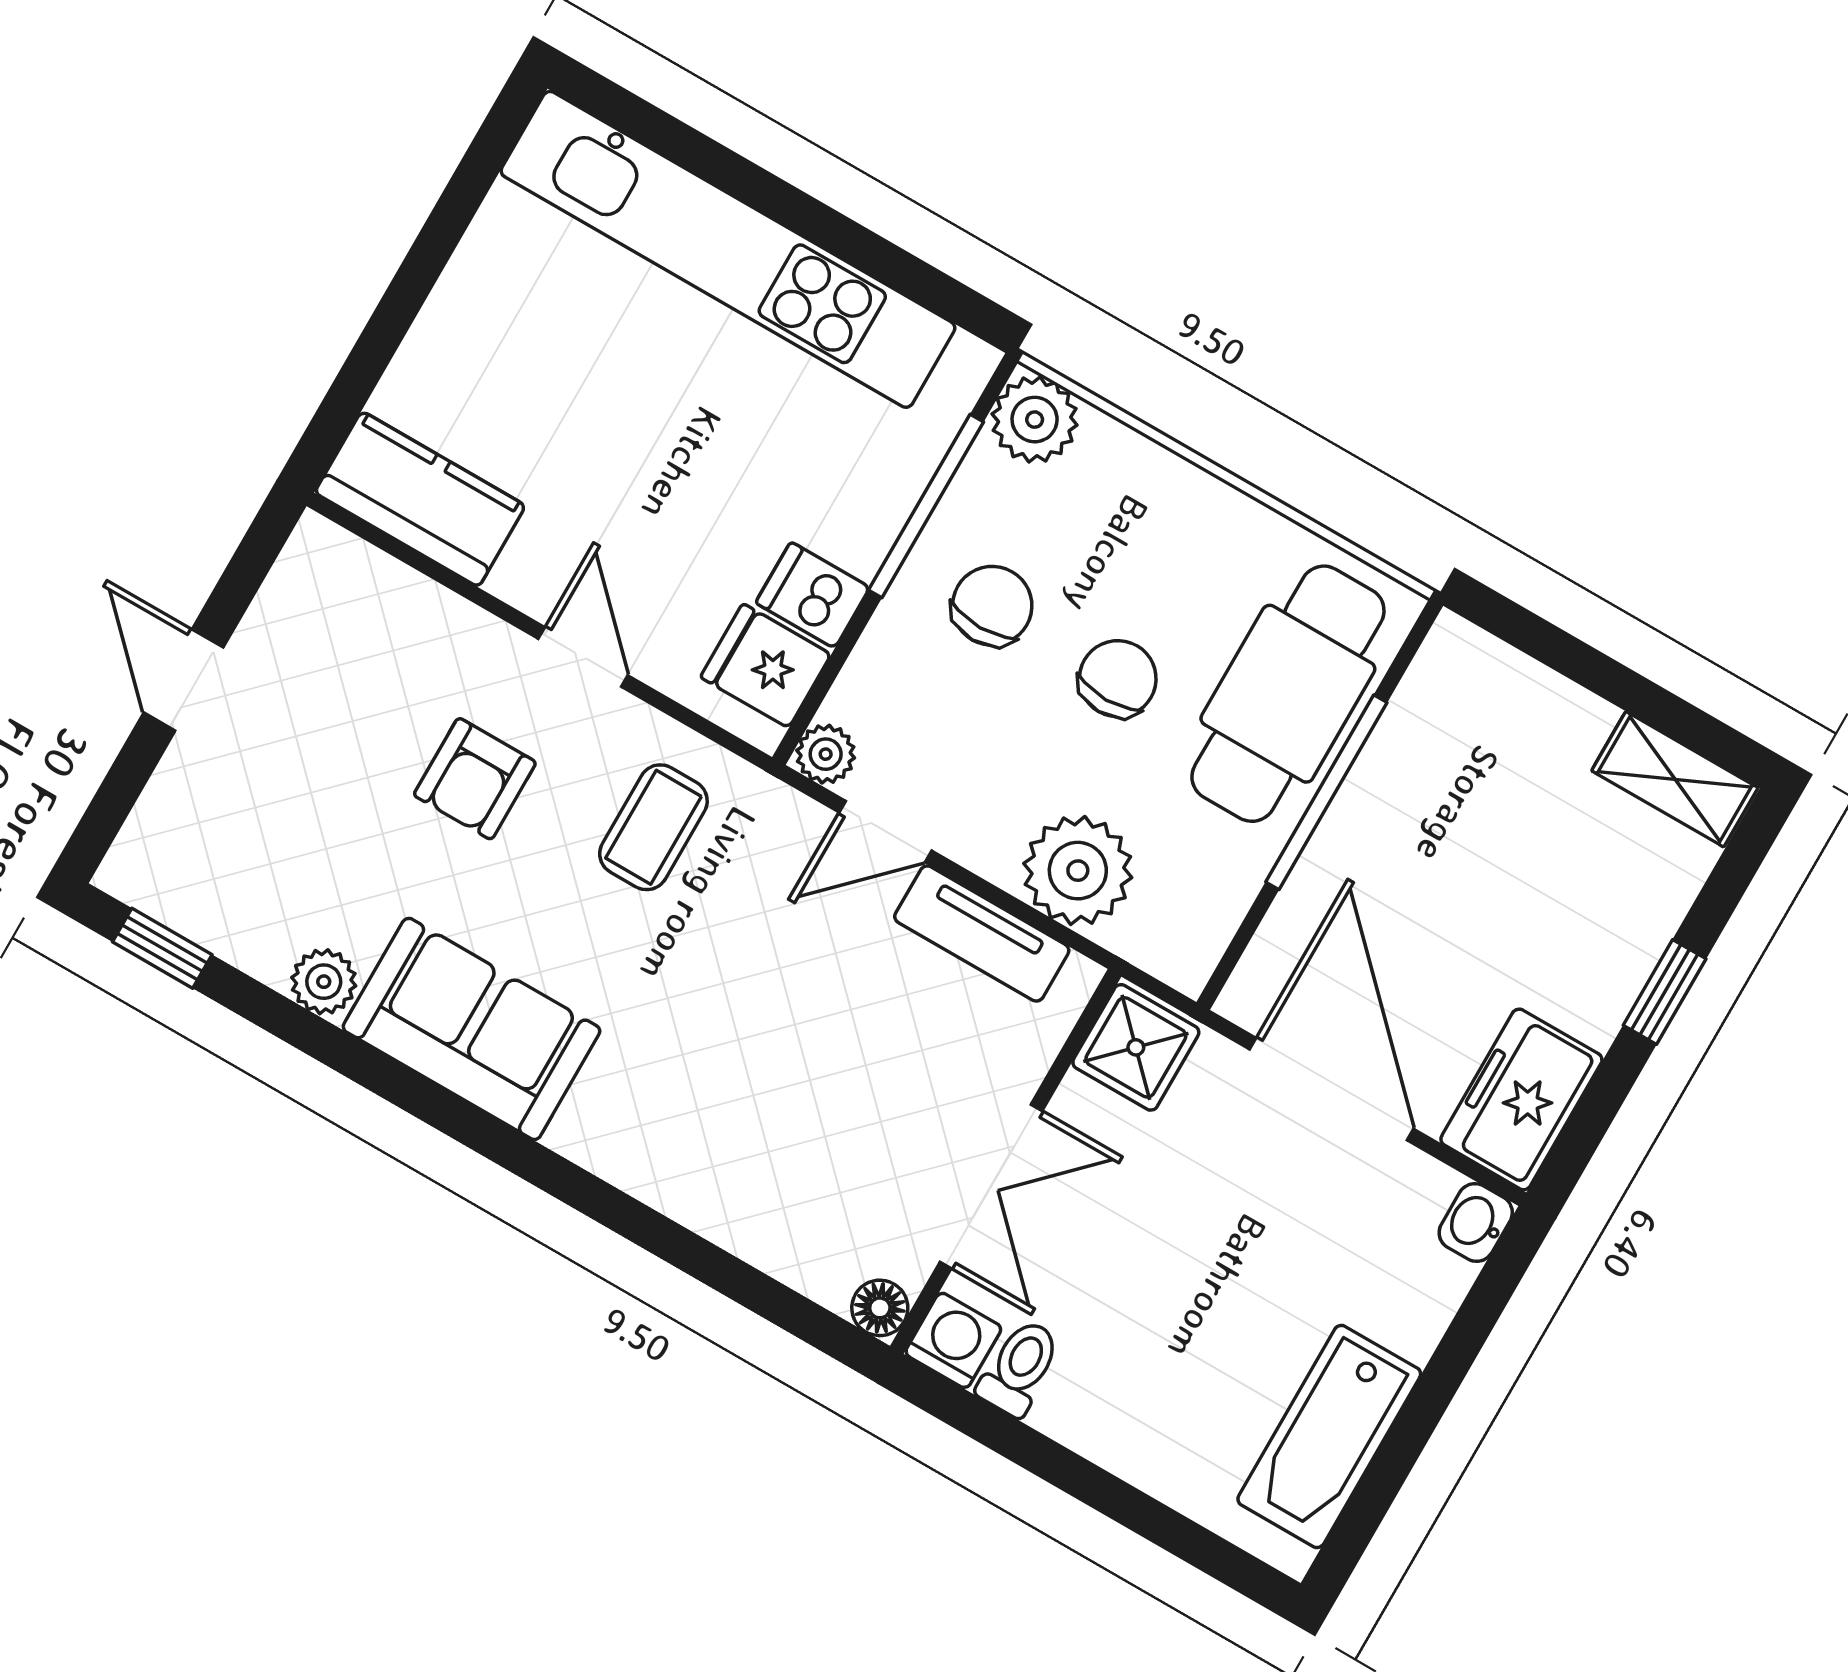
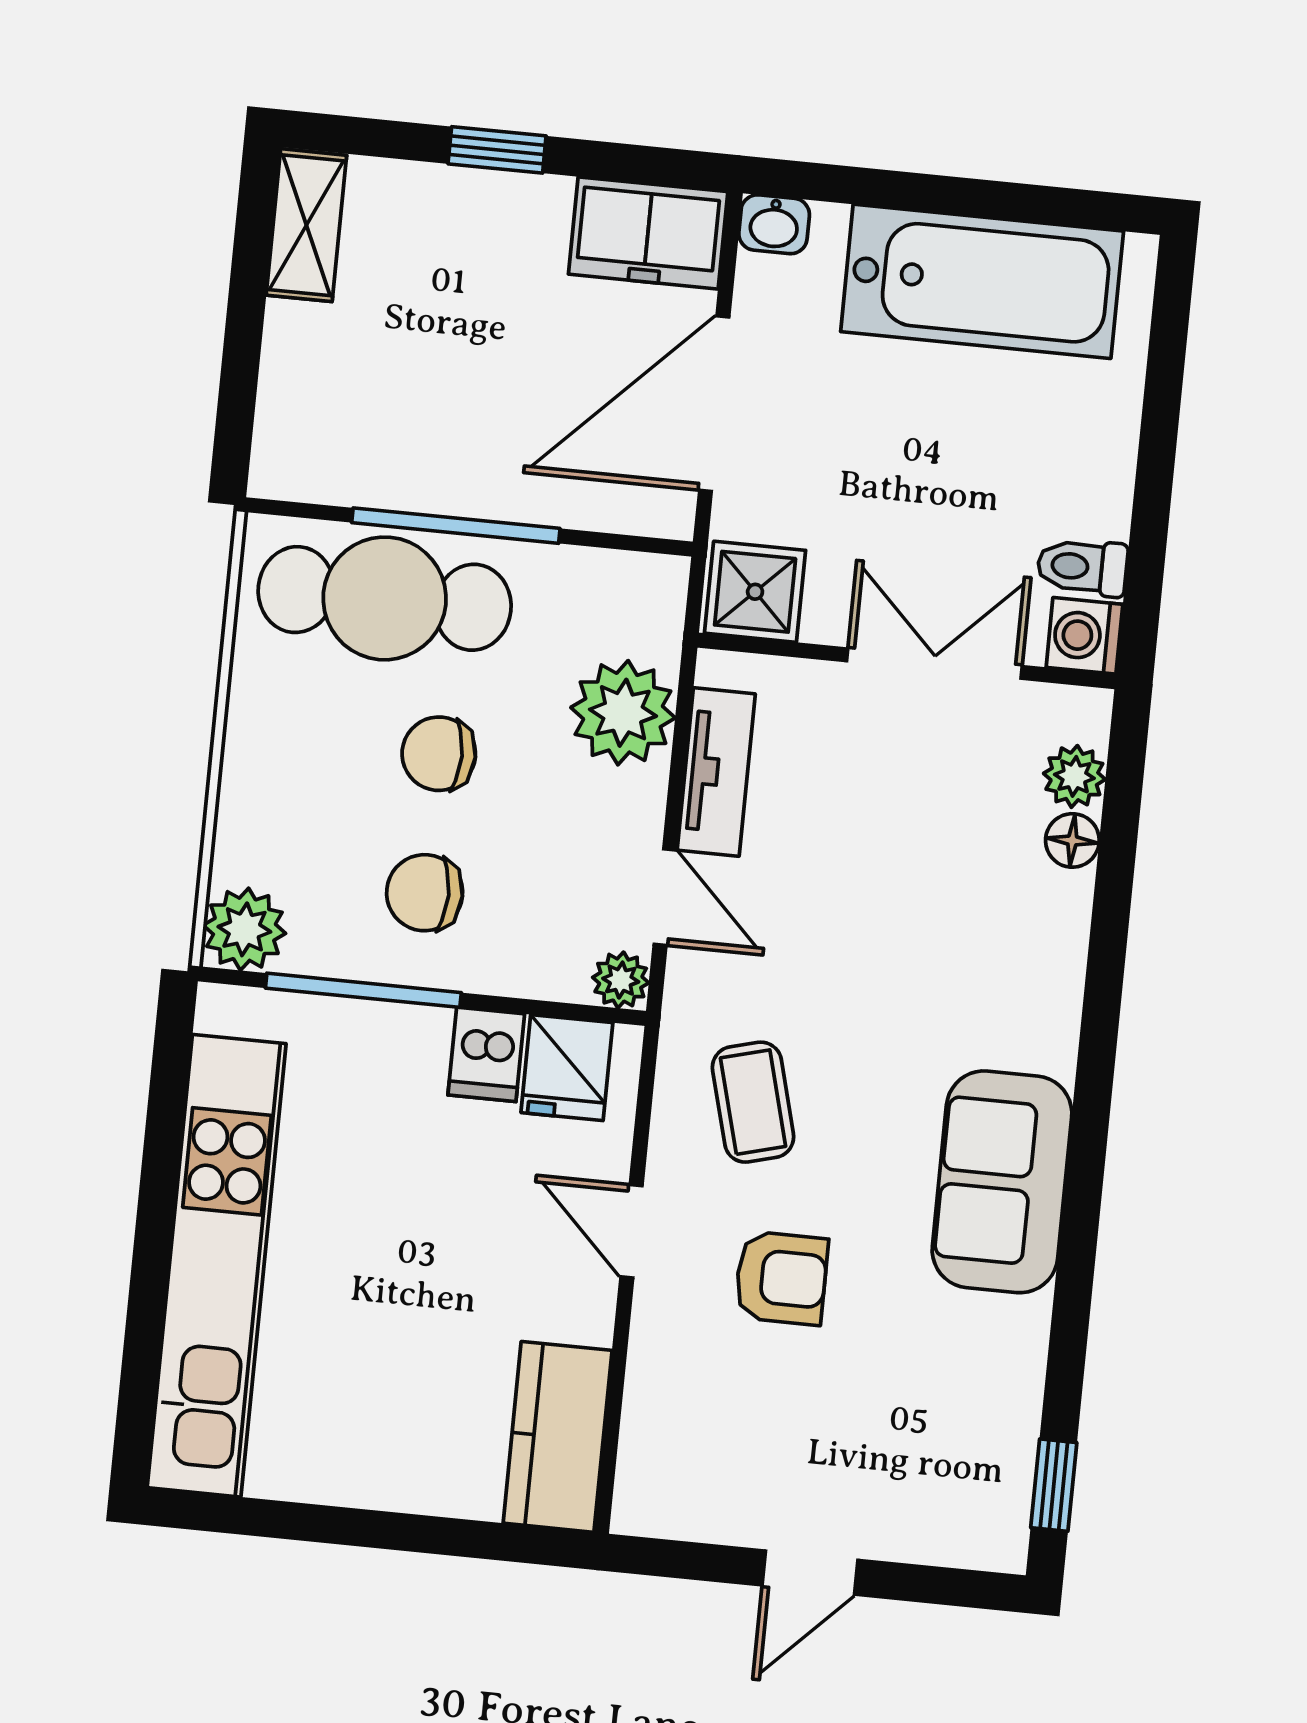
door: (583, 657) -> (632, 1231), hinge flipped
coffee table: (653, 827) -> (753, 1102), turned 75
plant: (324, 982) -> (1074, 776), moved
floor lamp: (880, 1308) -> (1072, 840), moved
bathtub: (1329, 1436) -> (982, 281), width x1.36, depth x1.36

